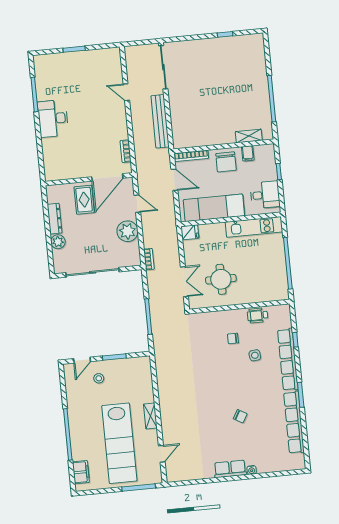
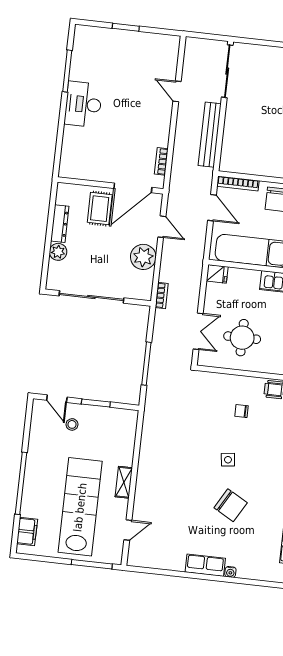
side table: (255, 355) -> (228, 460), moved
door: (82, 360) -> (57, 399), hinge flipped
chair: (240, 416) -> (231, 505), width x1.87, depth x1.87
lab bench: (119, 443) -> (80, 507), turned 180

